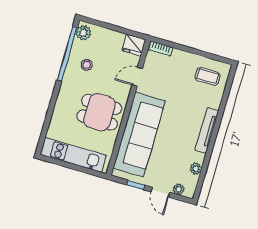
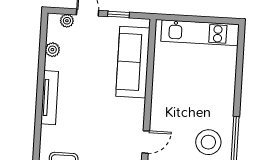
stool: (87, 65) -> (208, 142), width x1.89, depth x1.89
dining table: (99, 112) -> (181, 90), removed
sofa: (139, 134) -> (133, 62), width x0.74, depth x0.79

